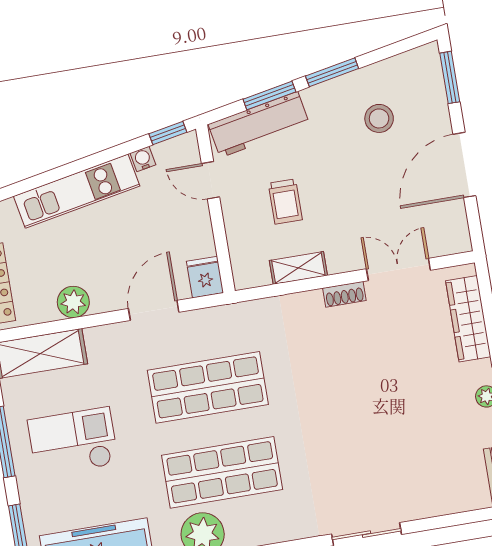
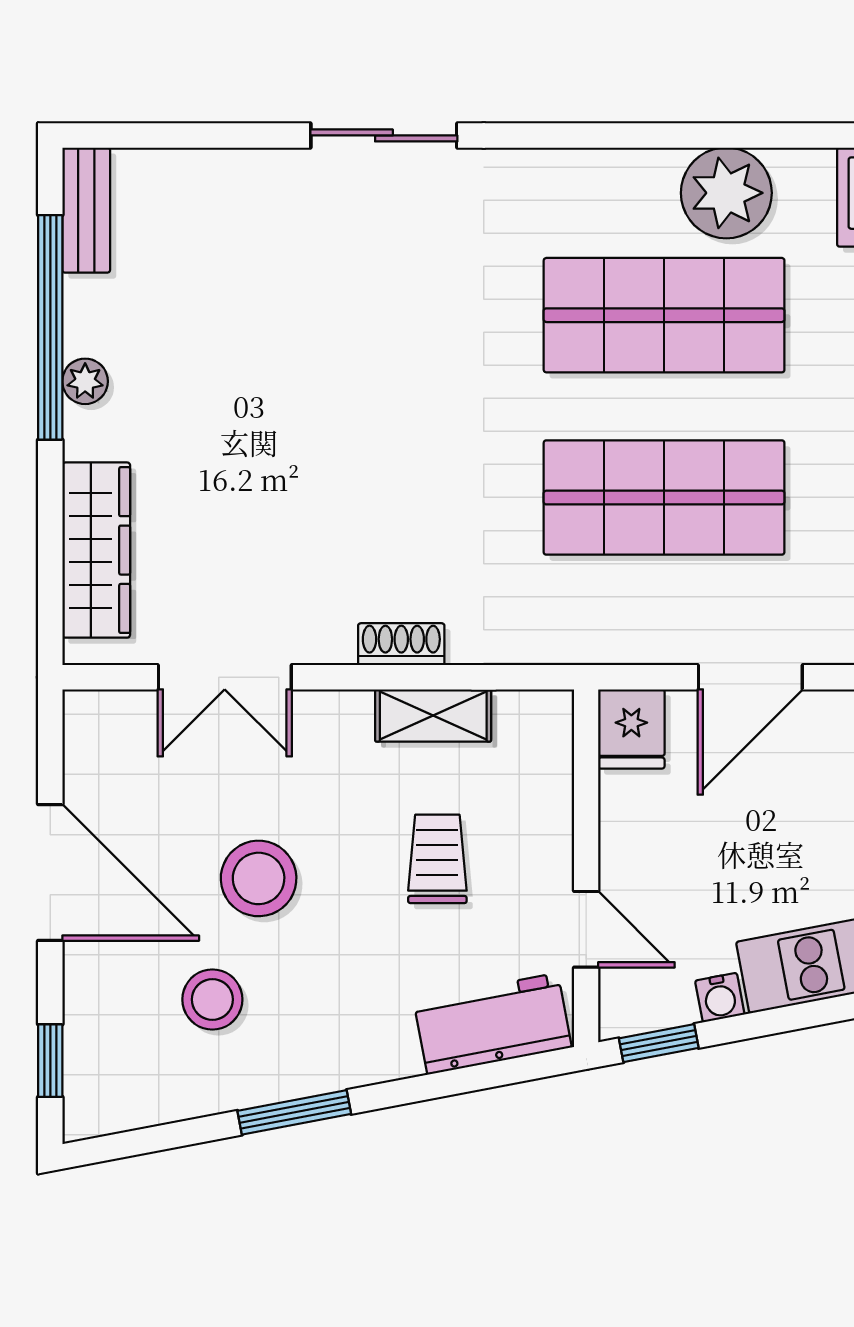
window: (450, 77) -> (50, 1061), width x0.67
window: (269, 95) -> (433, 1086), removed
workbench: (259, 125) -> (493, 1024), width x0.73
door: (464, 165) -> (50, 872), hinge flipped
stool: (367, 178) -> (259, 878), added
shoe rack: (344, 294) -> (401, 644), moved

